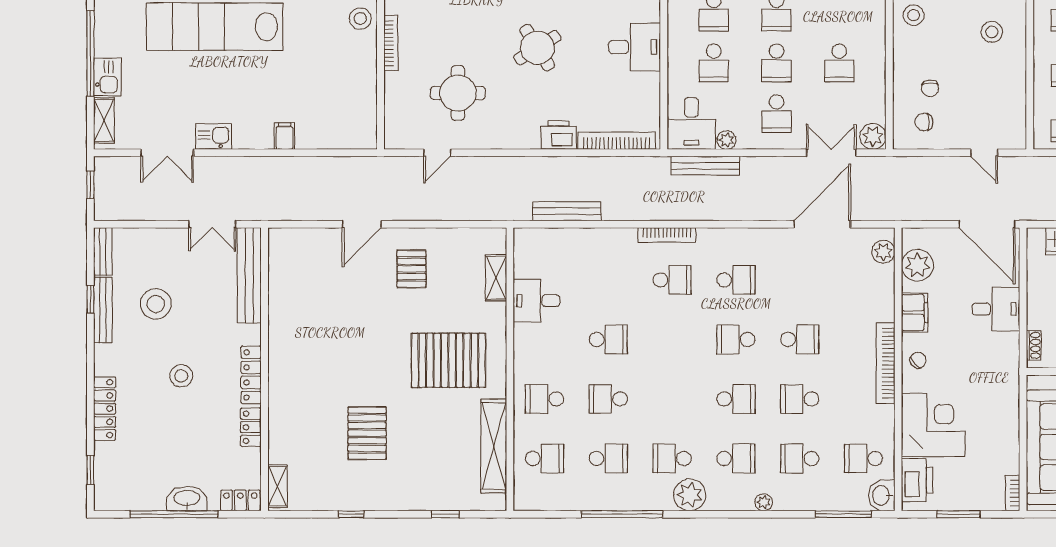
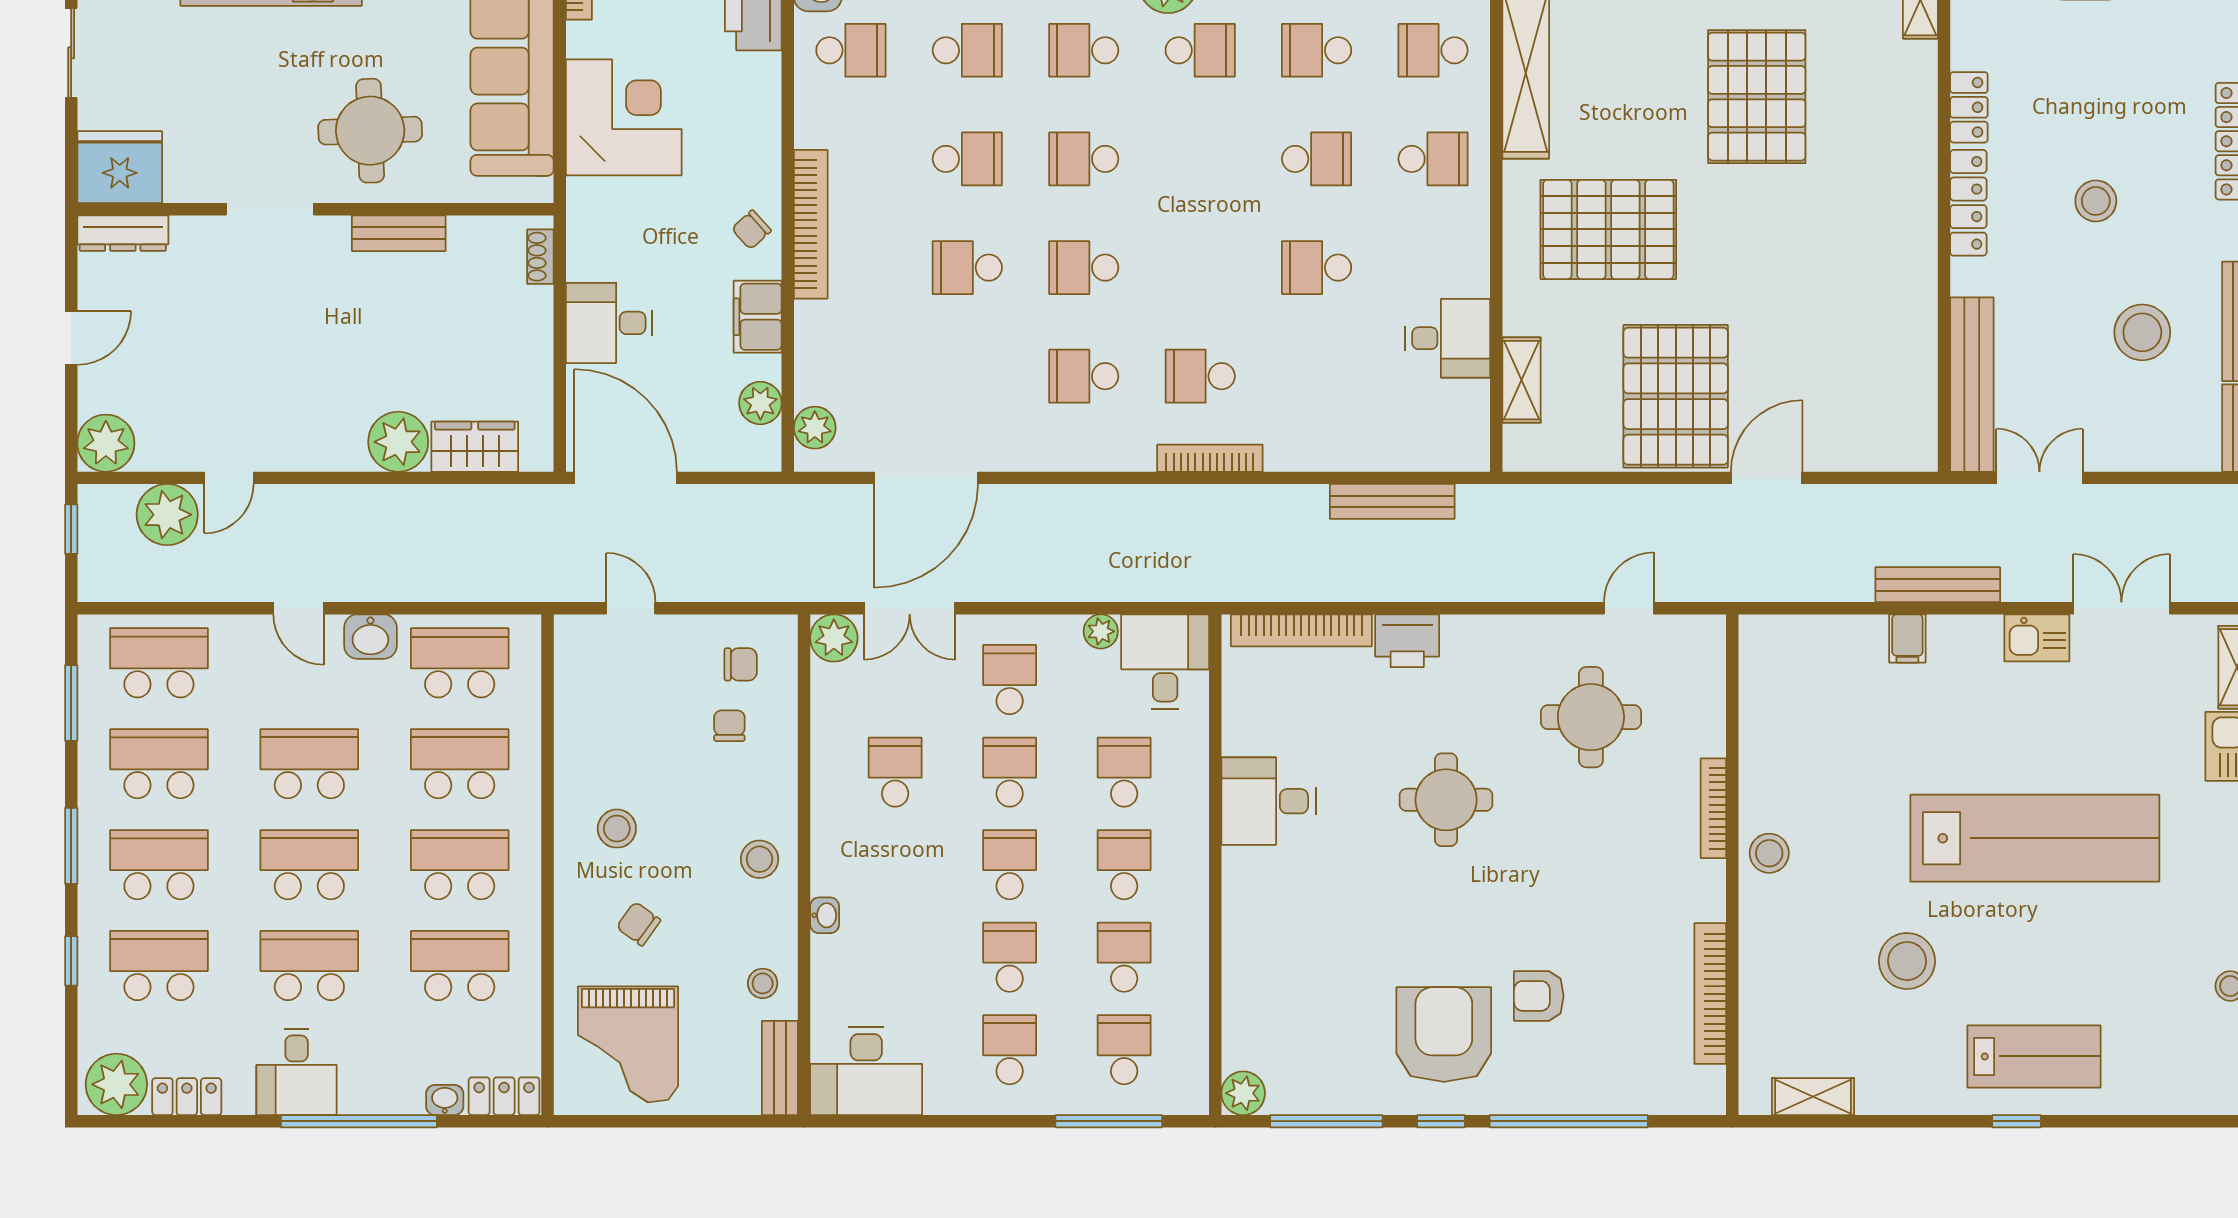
round table: (537, 48) -> (1446, 800), turned 32
bench: (705, 166) -> (1938, 585), moved
plant: (917, 265) -> (760, 403), width x0.73, depth x0.73
pallet: (412, 269) -> (1676, 396), width x2.05, depth x2.00
school desk: (736, 339) -> (1084, 268), turned 180
corner desk: (933, 425) -> (624, 117), moved, turned 180
pallet: (367, 433) -> (1757, 97), width x1.37, depth x1.41

